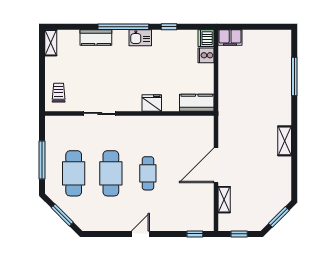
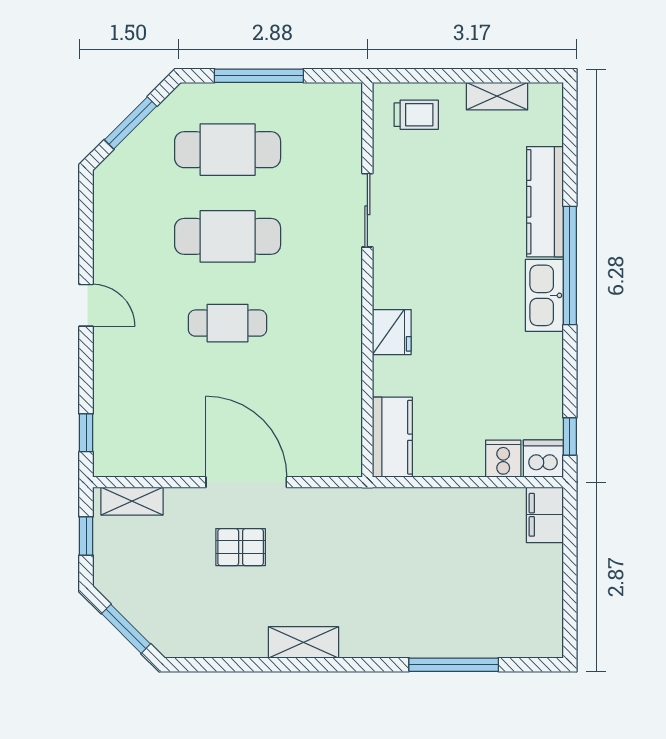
window: (169, 27) -> (570, 436), moved
kitchen counter: (96, 37) -> (545, 202), width x1.50
kitchen sink: (140, 38) -> (544, 295), width x1.38
shelving: (51, 43) -> (497, 96), moved
pallet: (244, 168) -> (241, 547), added
shelving: (224, 200) -> (132, 501), moved

